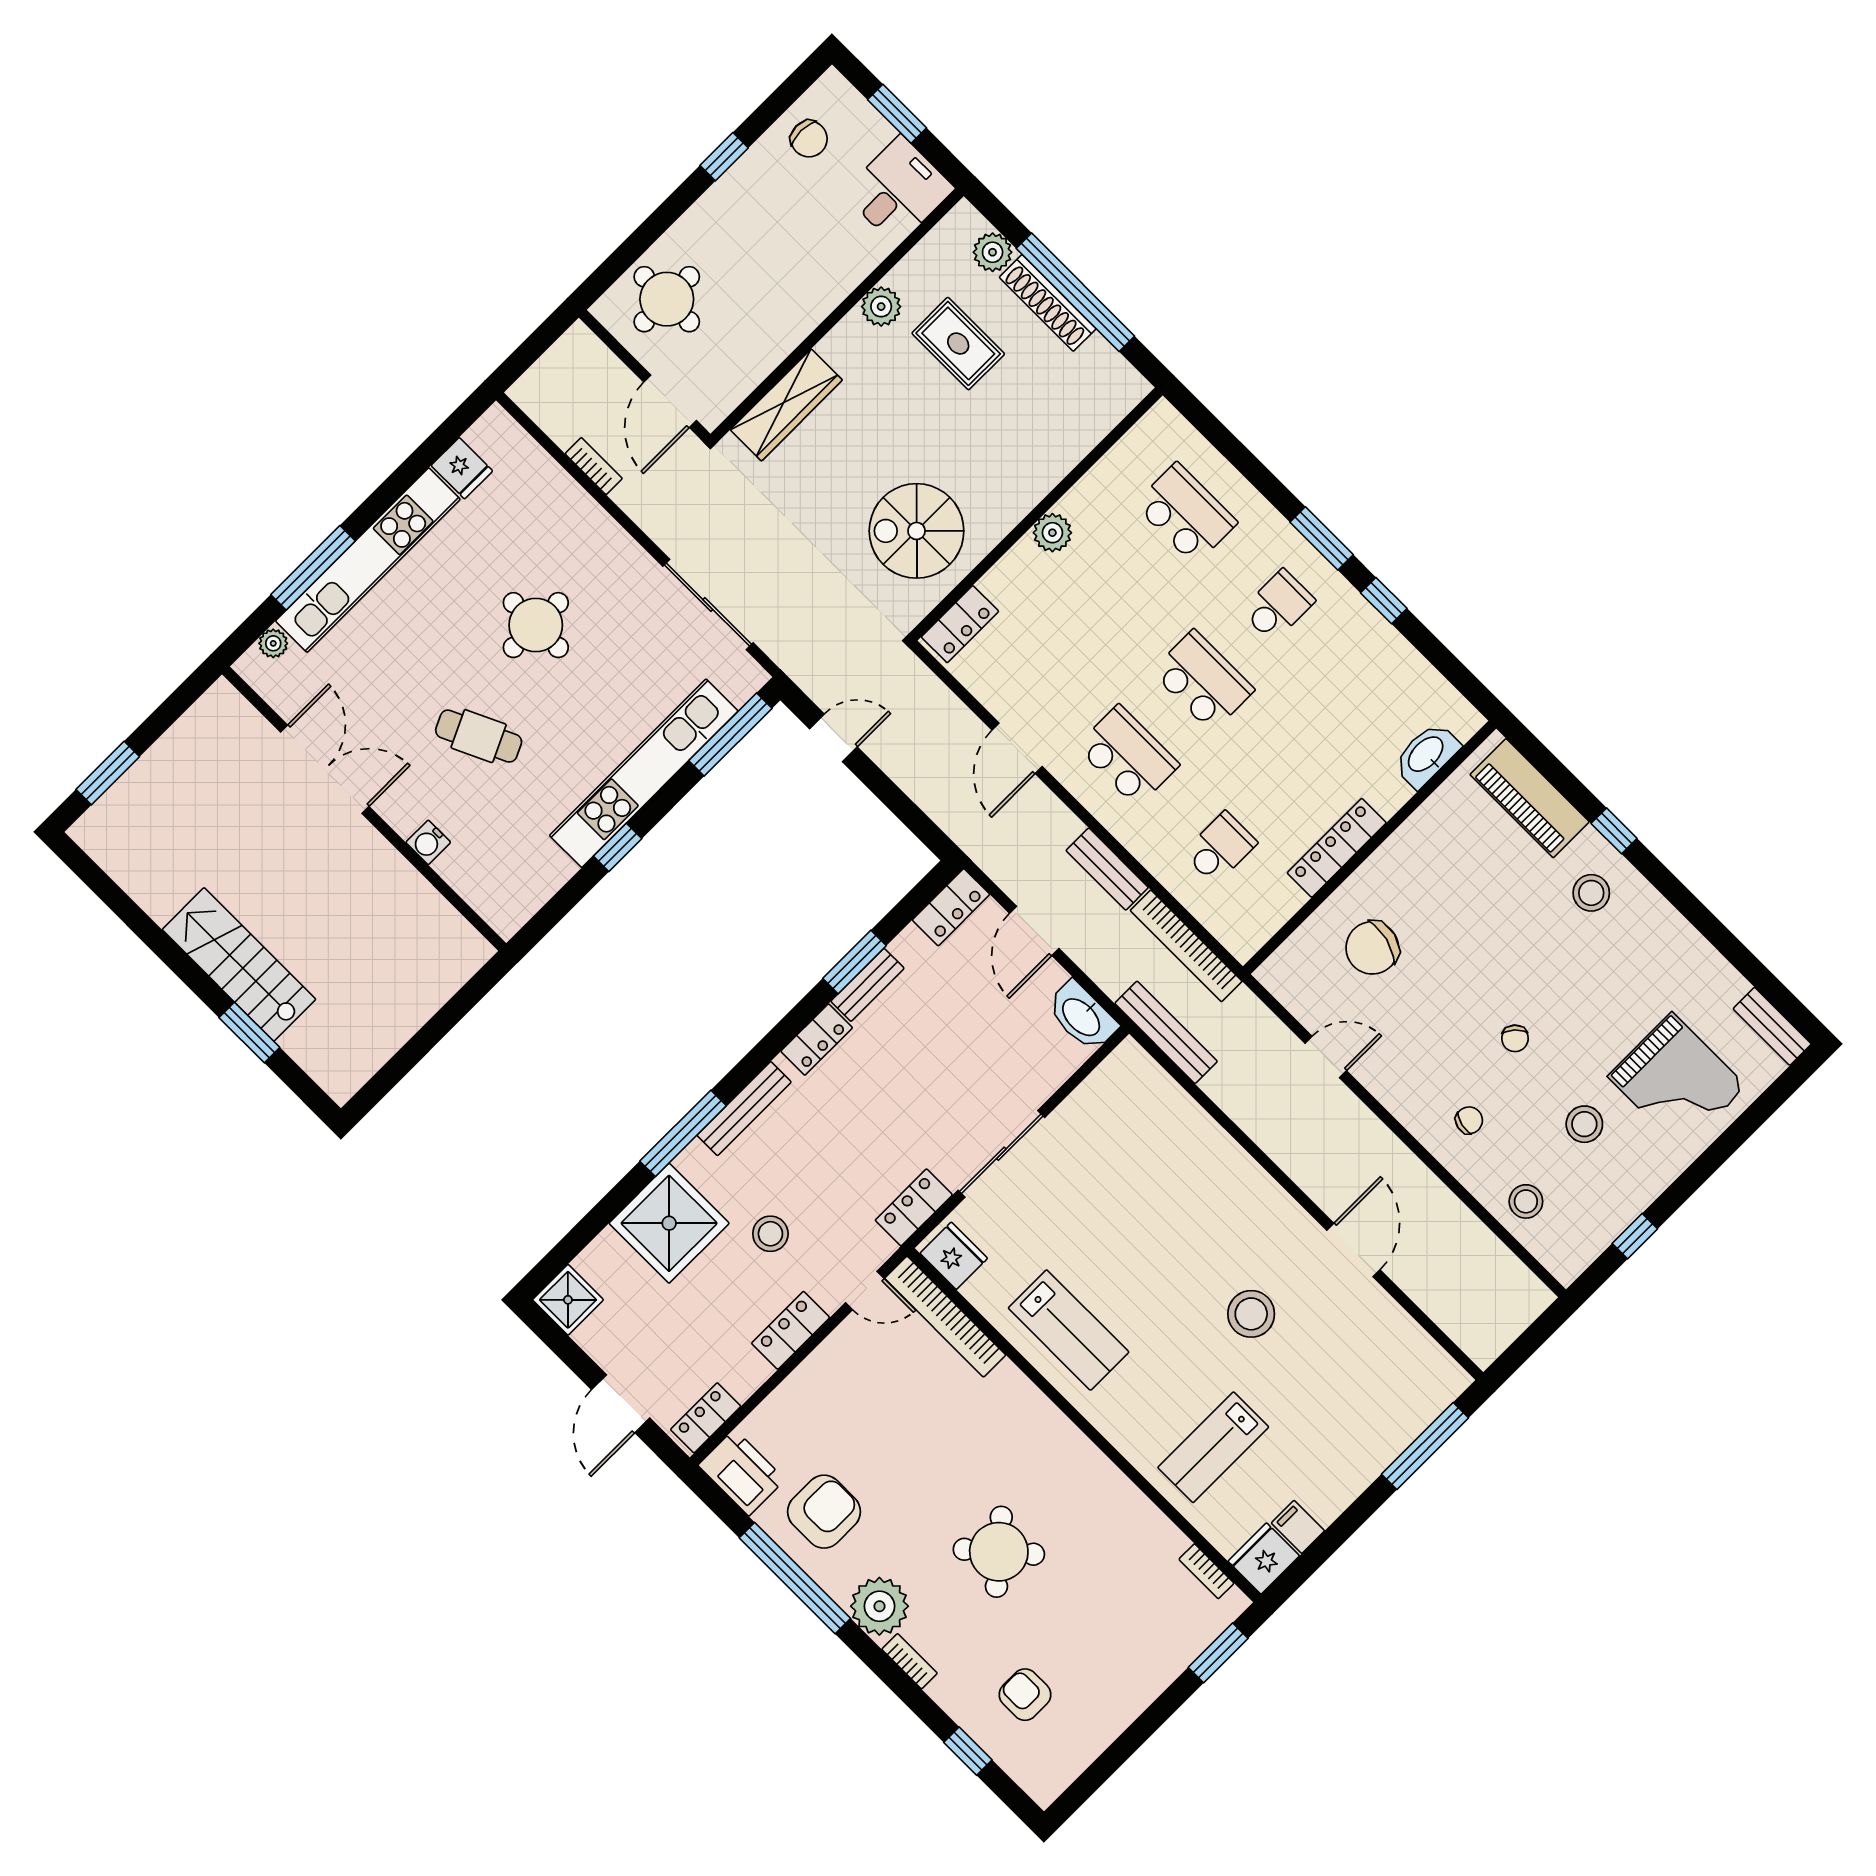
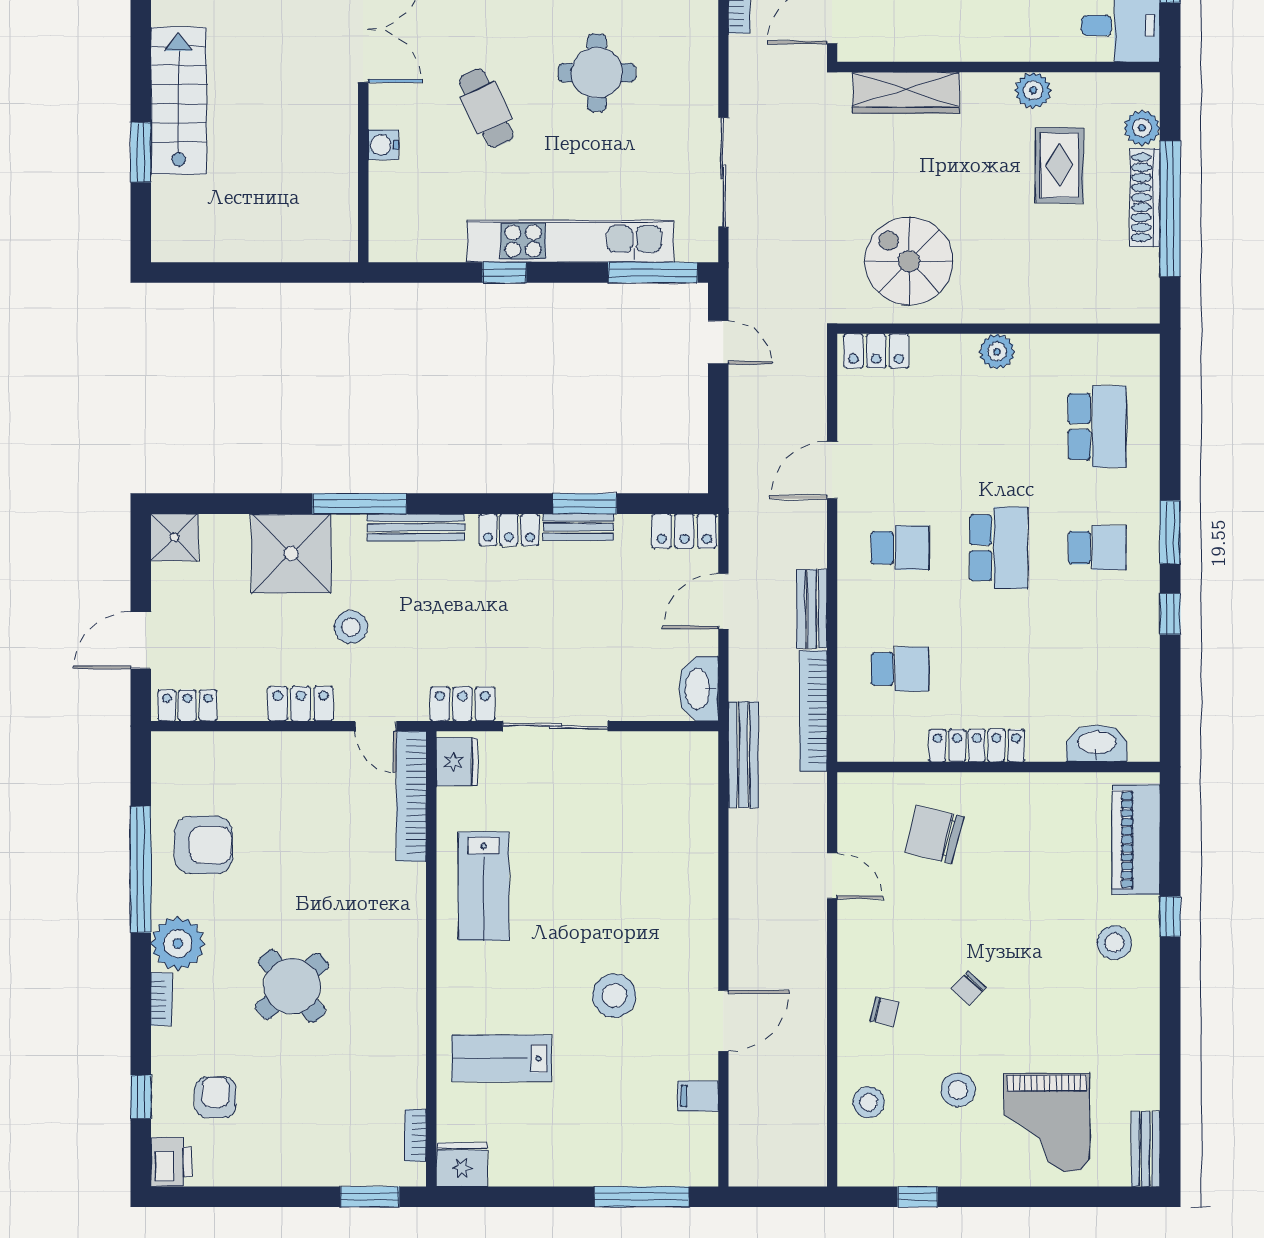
school desk: (1128, 756) -> (900, 548), width x0.54
printer: (742, 1472) -> (171, 1162), moved, width x0.73, depth x0.84
filing cabinet: (1298, 1527) -> (698, 1096), moved, turned -90

